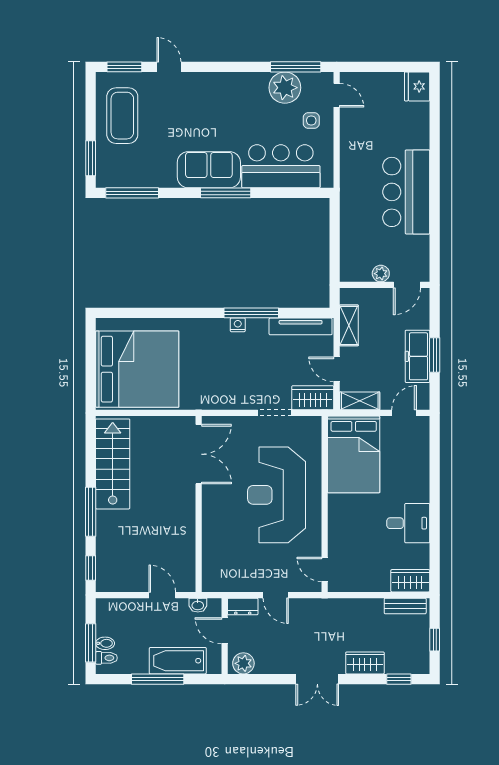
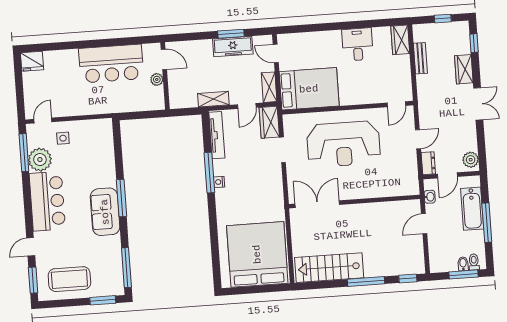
bar counter: (281, 166) -> (47, 201), moved, turned 180
plant: (381, 274) -> (157, 79), moved
wall: (385, 285) -> (165, 76), moved
door: (407, 285) -> (164, 59), moved
bench: (405, 606) -> (420, 58), moved

